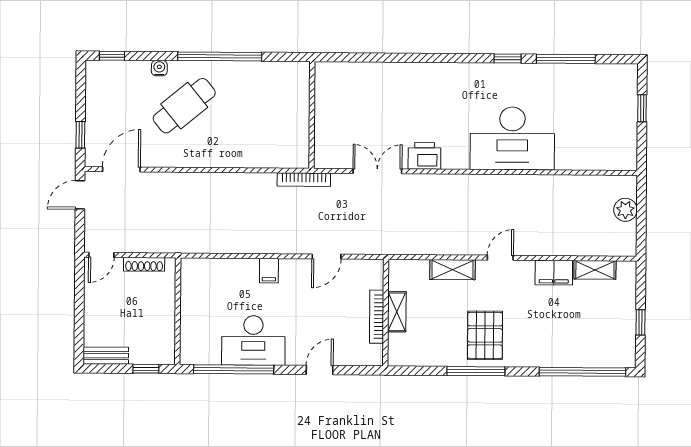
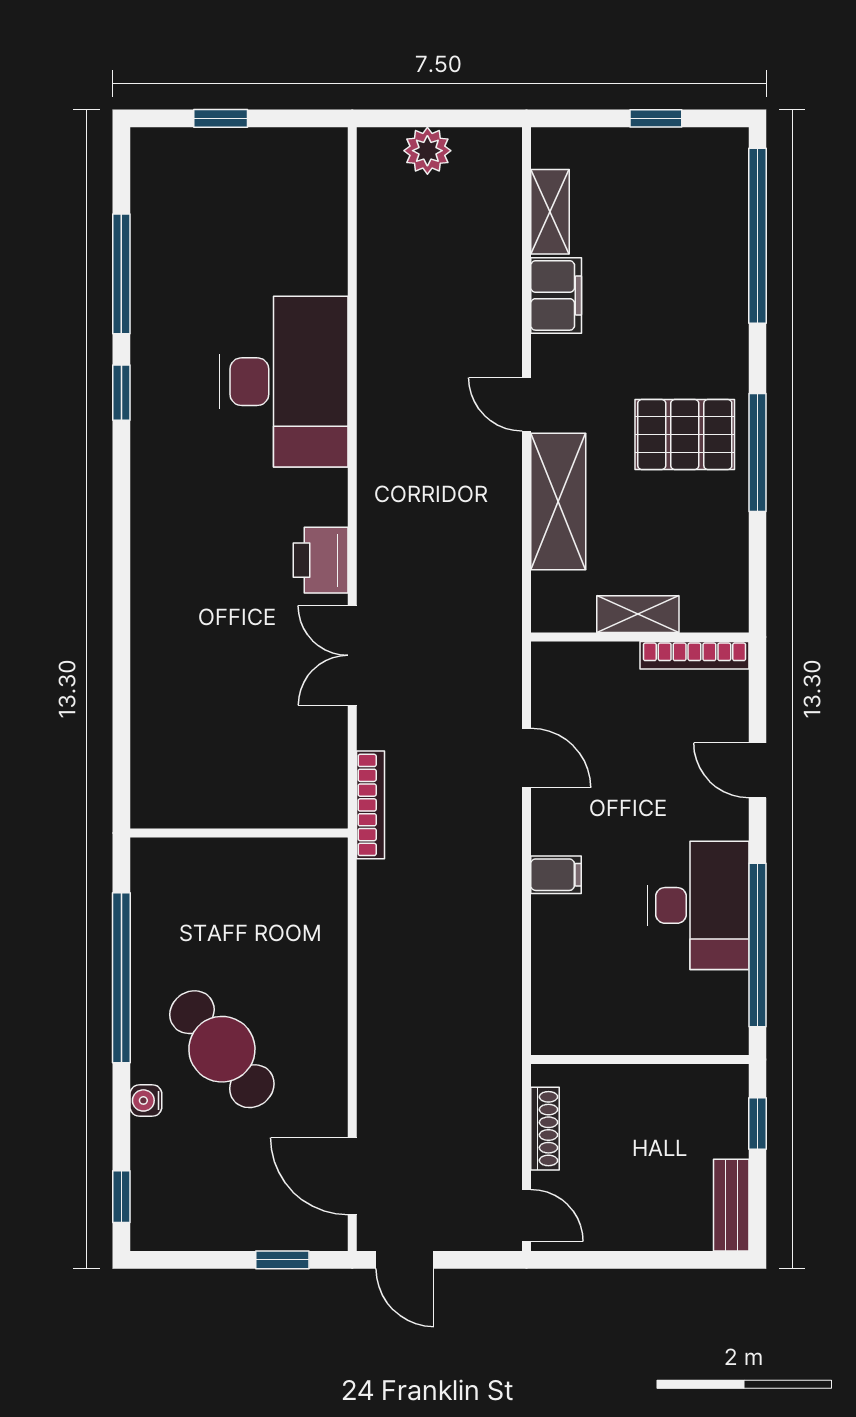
wall: (312, 115) -> (239, 833), moved
shelving: (453, 270) -> (558, 501), width x1.50, depth x1.33
bookcase: (377, 317) -> (694, 655), moved

